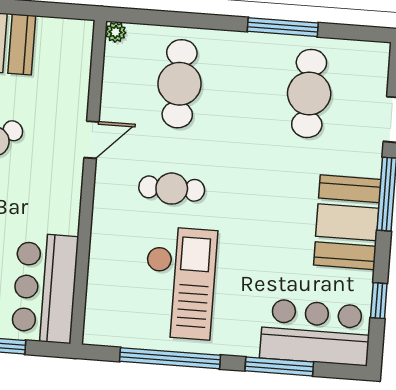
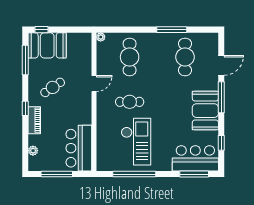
window: (279, 366) -> (194, 174), moved

